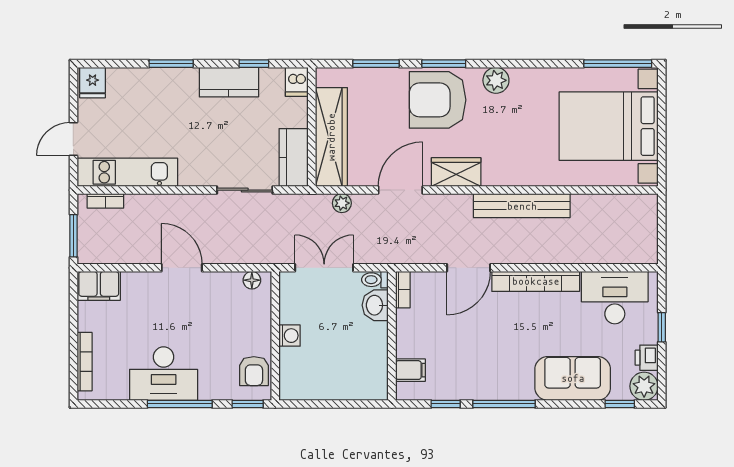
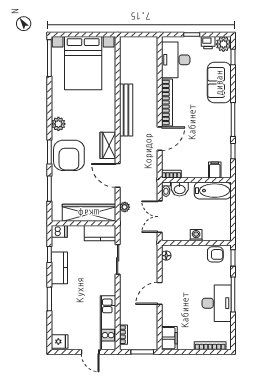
door: (469, 268) -> (160, 139), hinge flipped
bathtub: (372, 366) -> (213, 191), added

